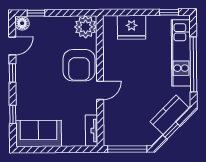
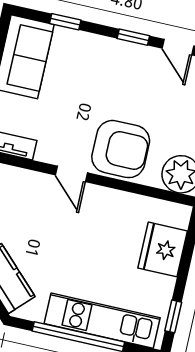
armchair: (79, 65) -> (121, 149), turned 180

